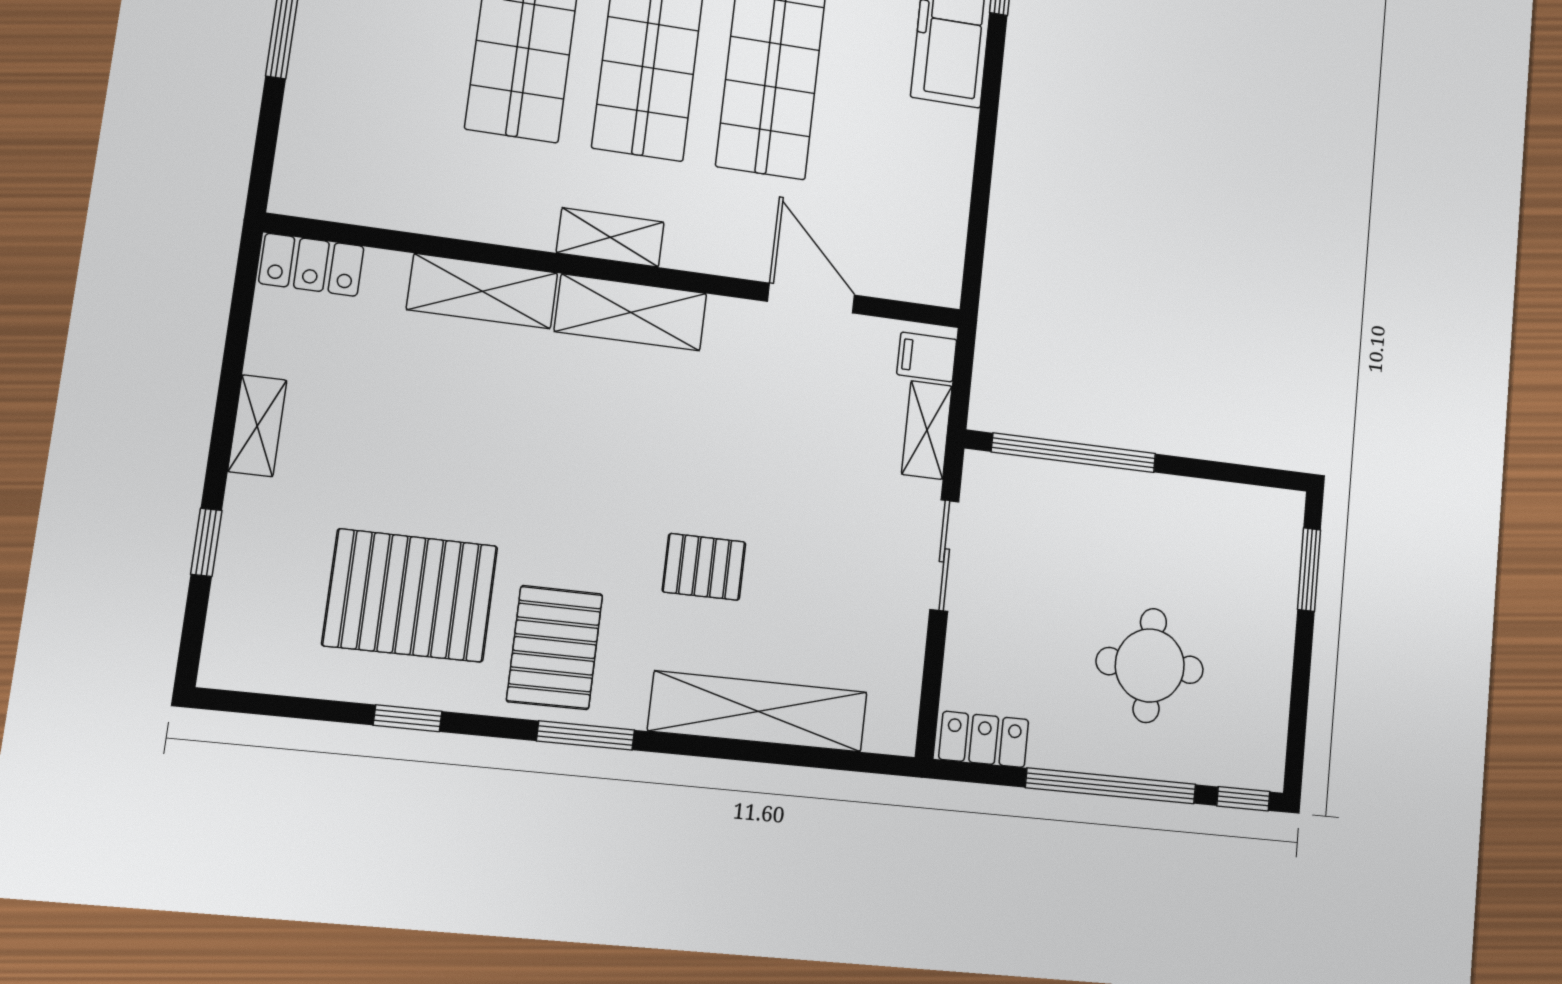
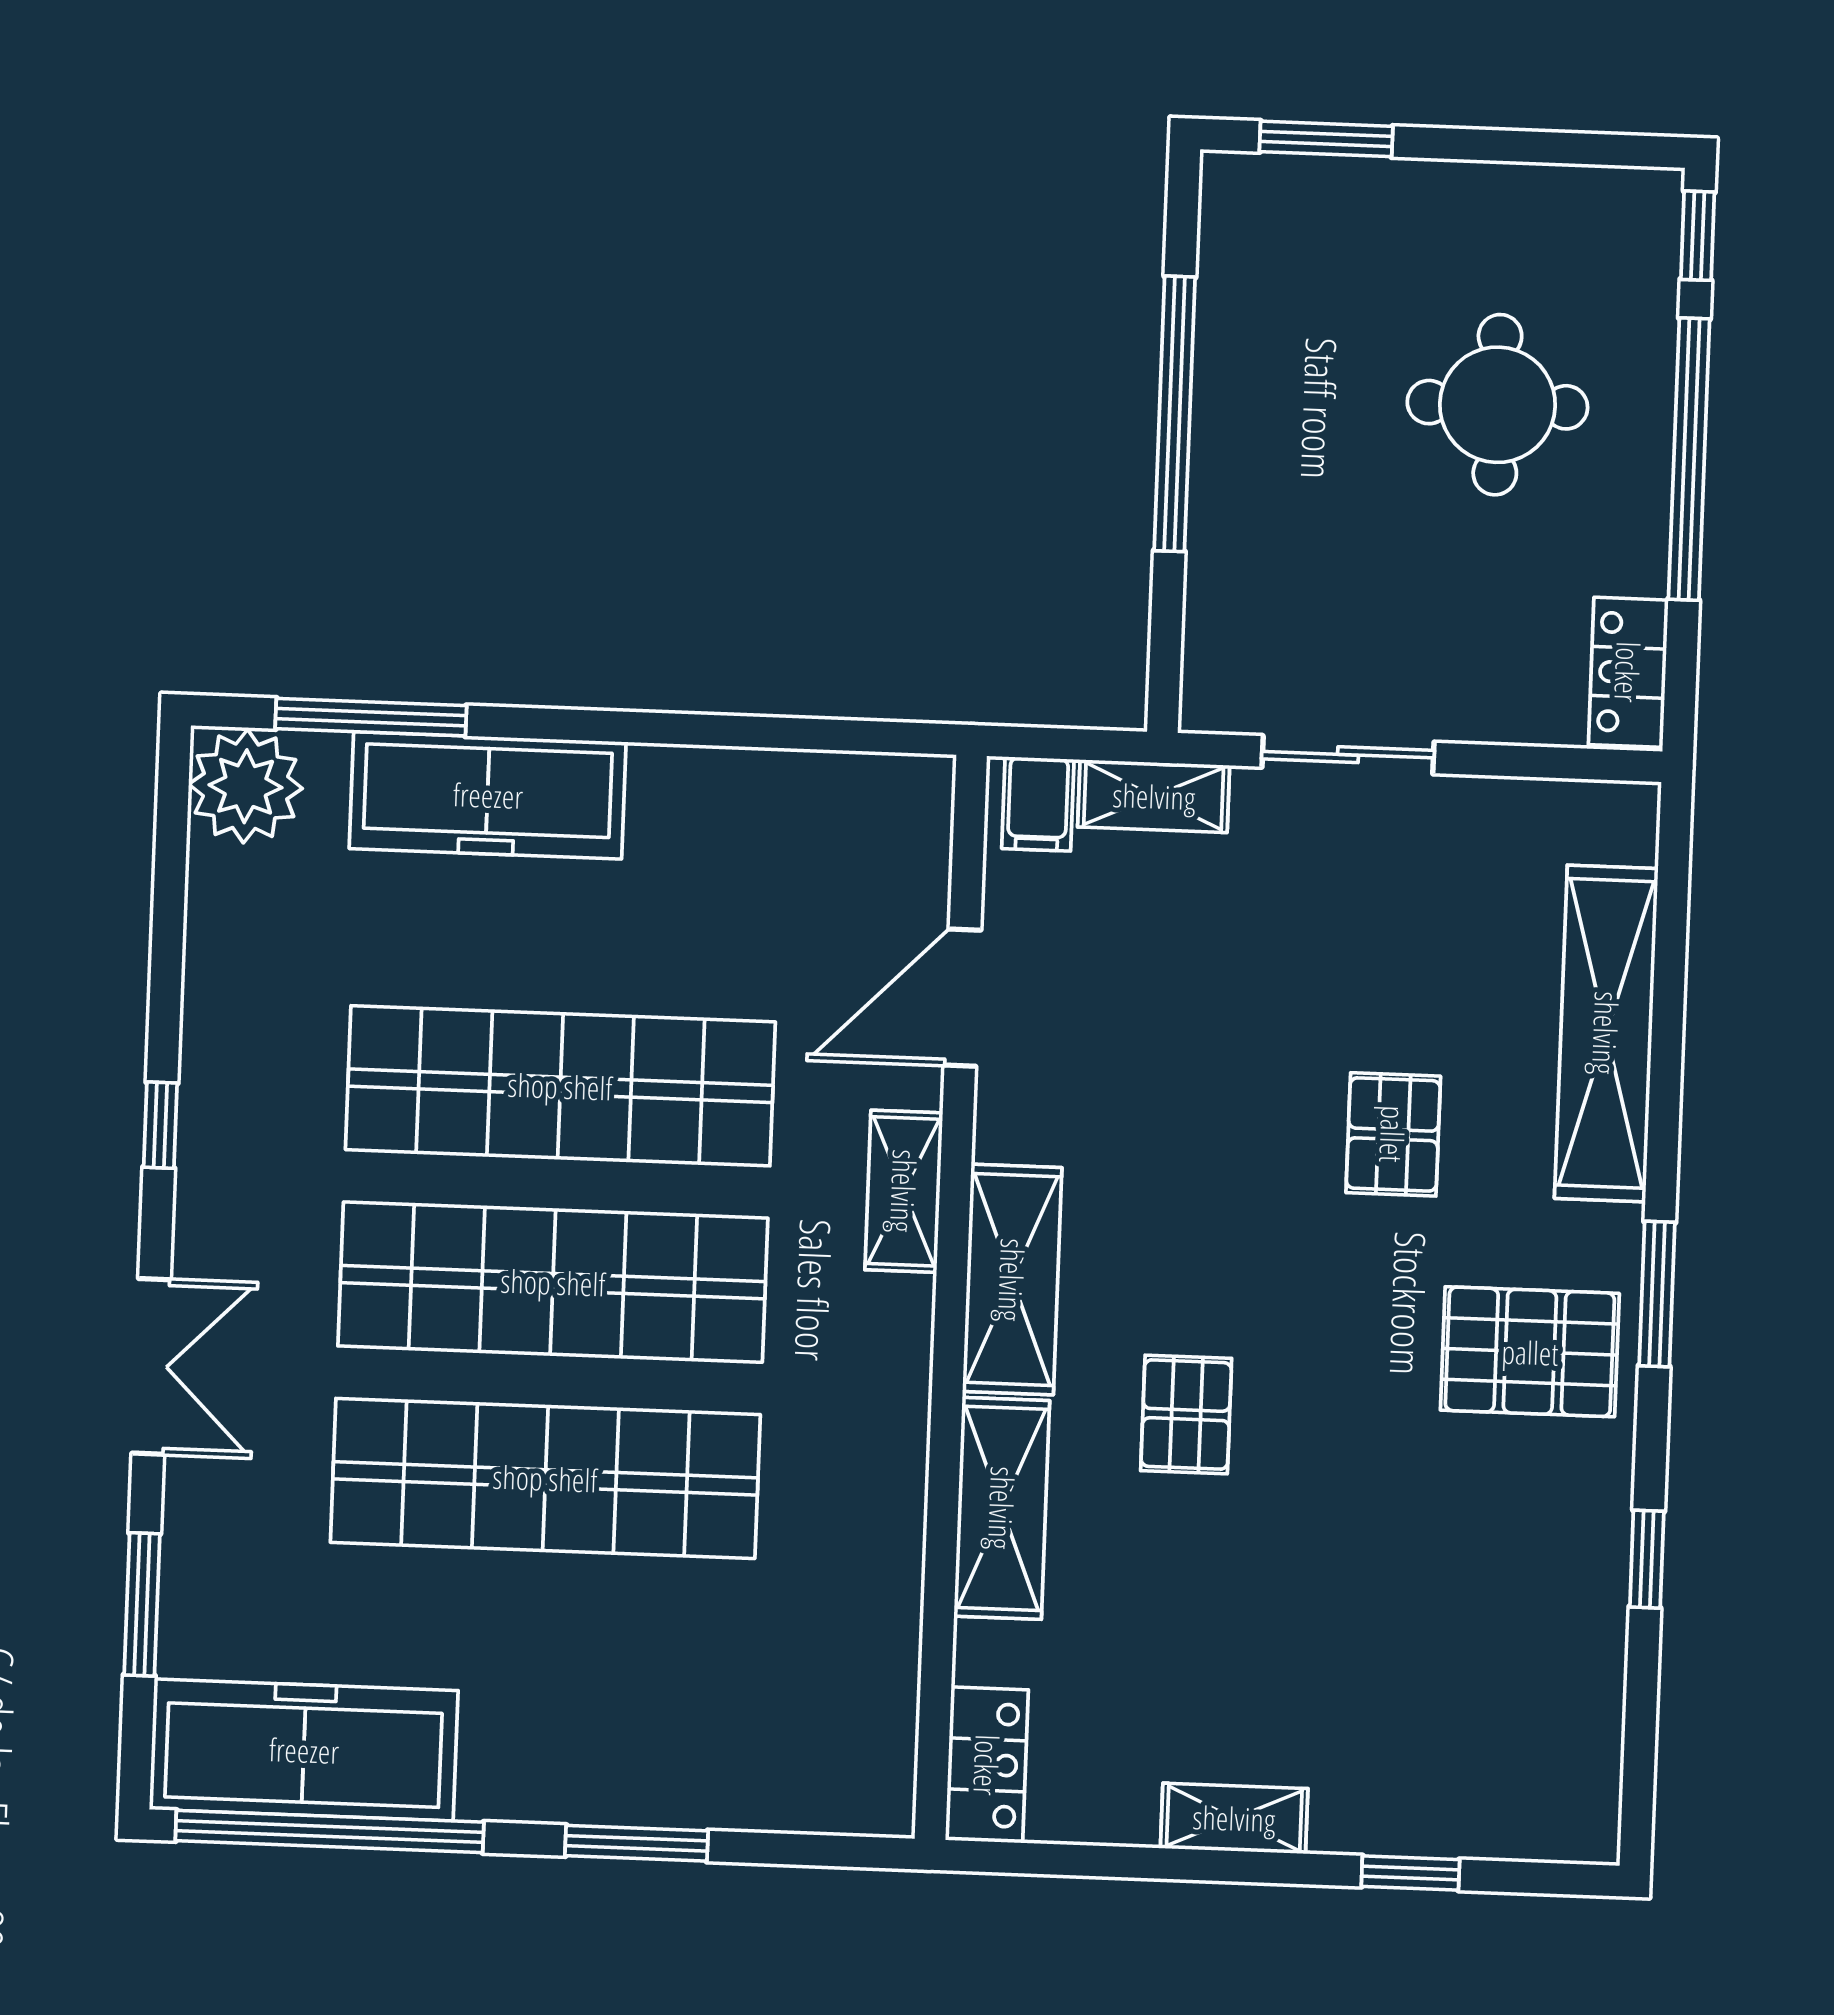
shelving: (610, 237) -> (904, 1191), moved
window: (1074, 453) -> (1175, 414), moved
pallet: (410, 596) -> (1186, 1414), moved, width x0.49, depth x0.50

